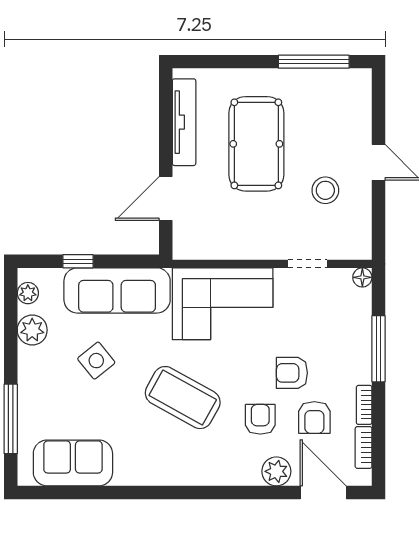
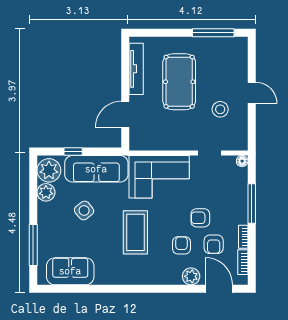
plant: (28, 293) -> (49, 170), width x1.87, depth x1.87
coffee table: (183, 398) -> (135, 232), turned 61

